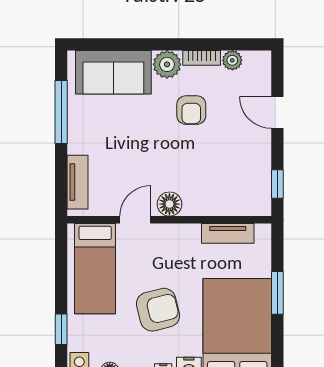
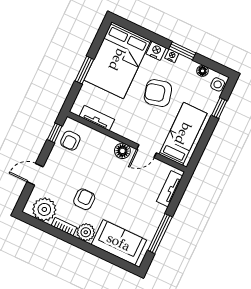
plant: (232, 60) -> (44, 209), width x1.88, depth x1.88
door: (277, 113) -> (35, 174), swing flipped
armchair: (250, 184) -> (70, 141), added

